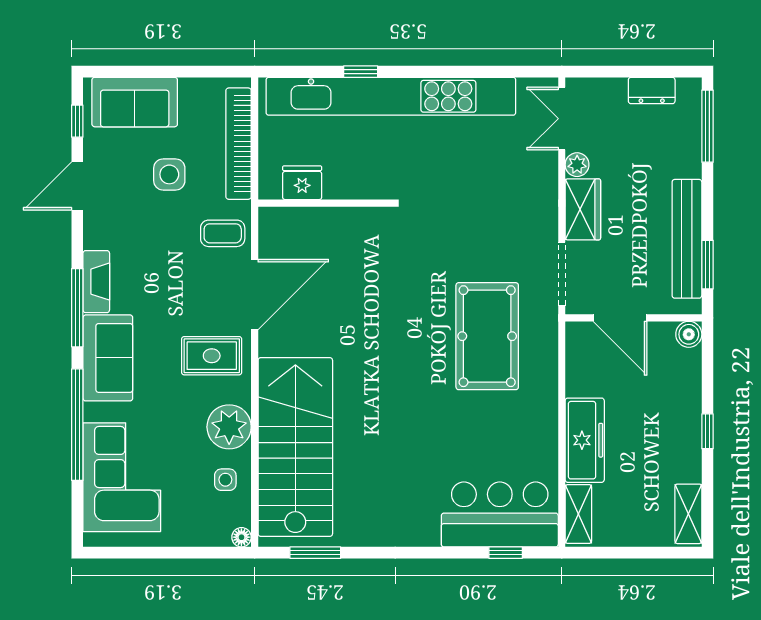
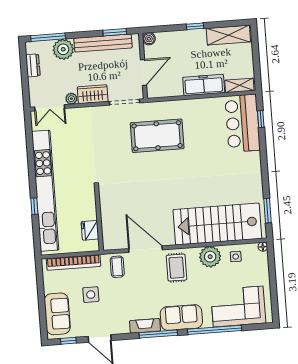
plant: (680, 156) -> (63, 49), added
shelving: (688, 514) -> (228, 35), width x1.50, depth x1.33

